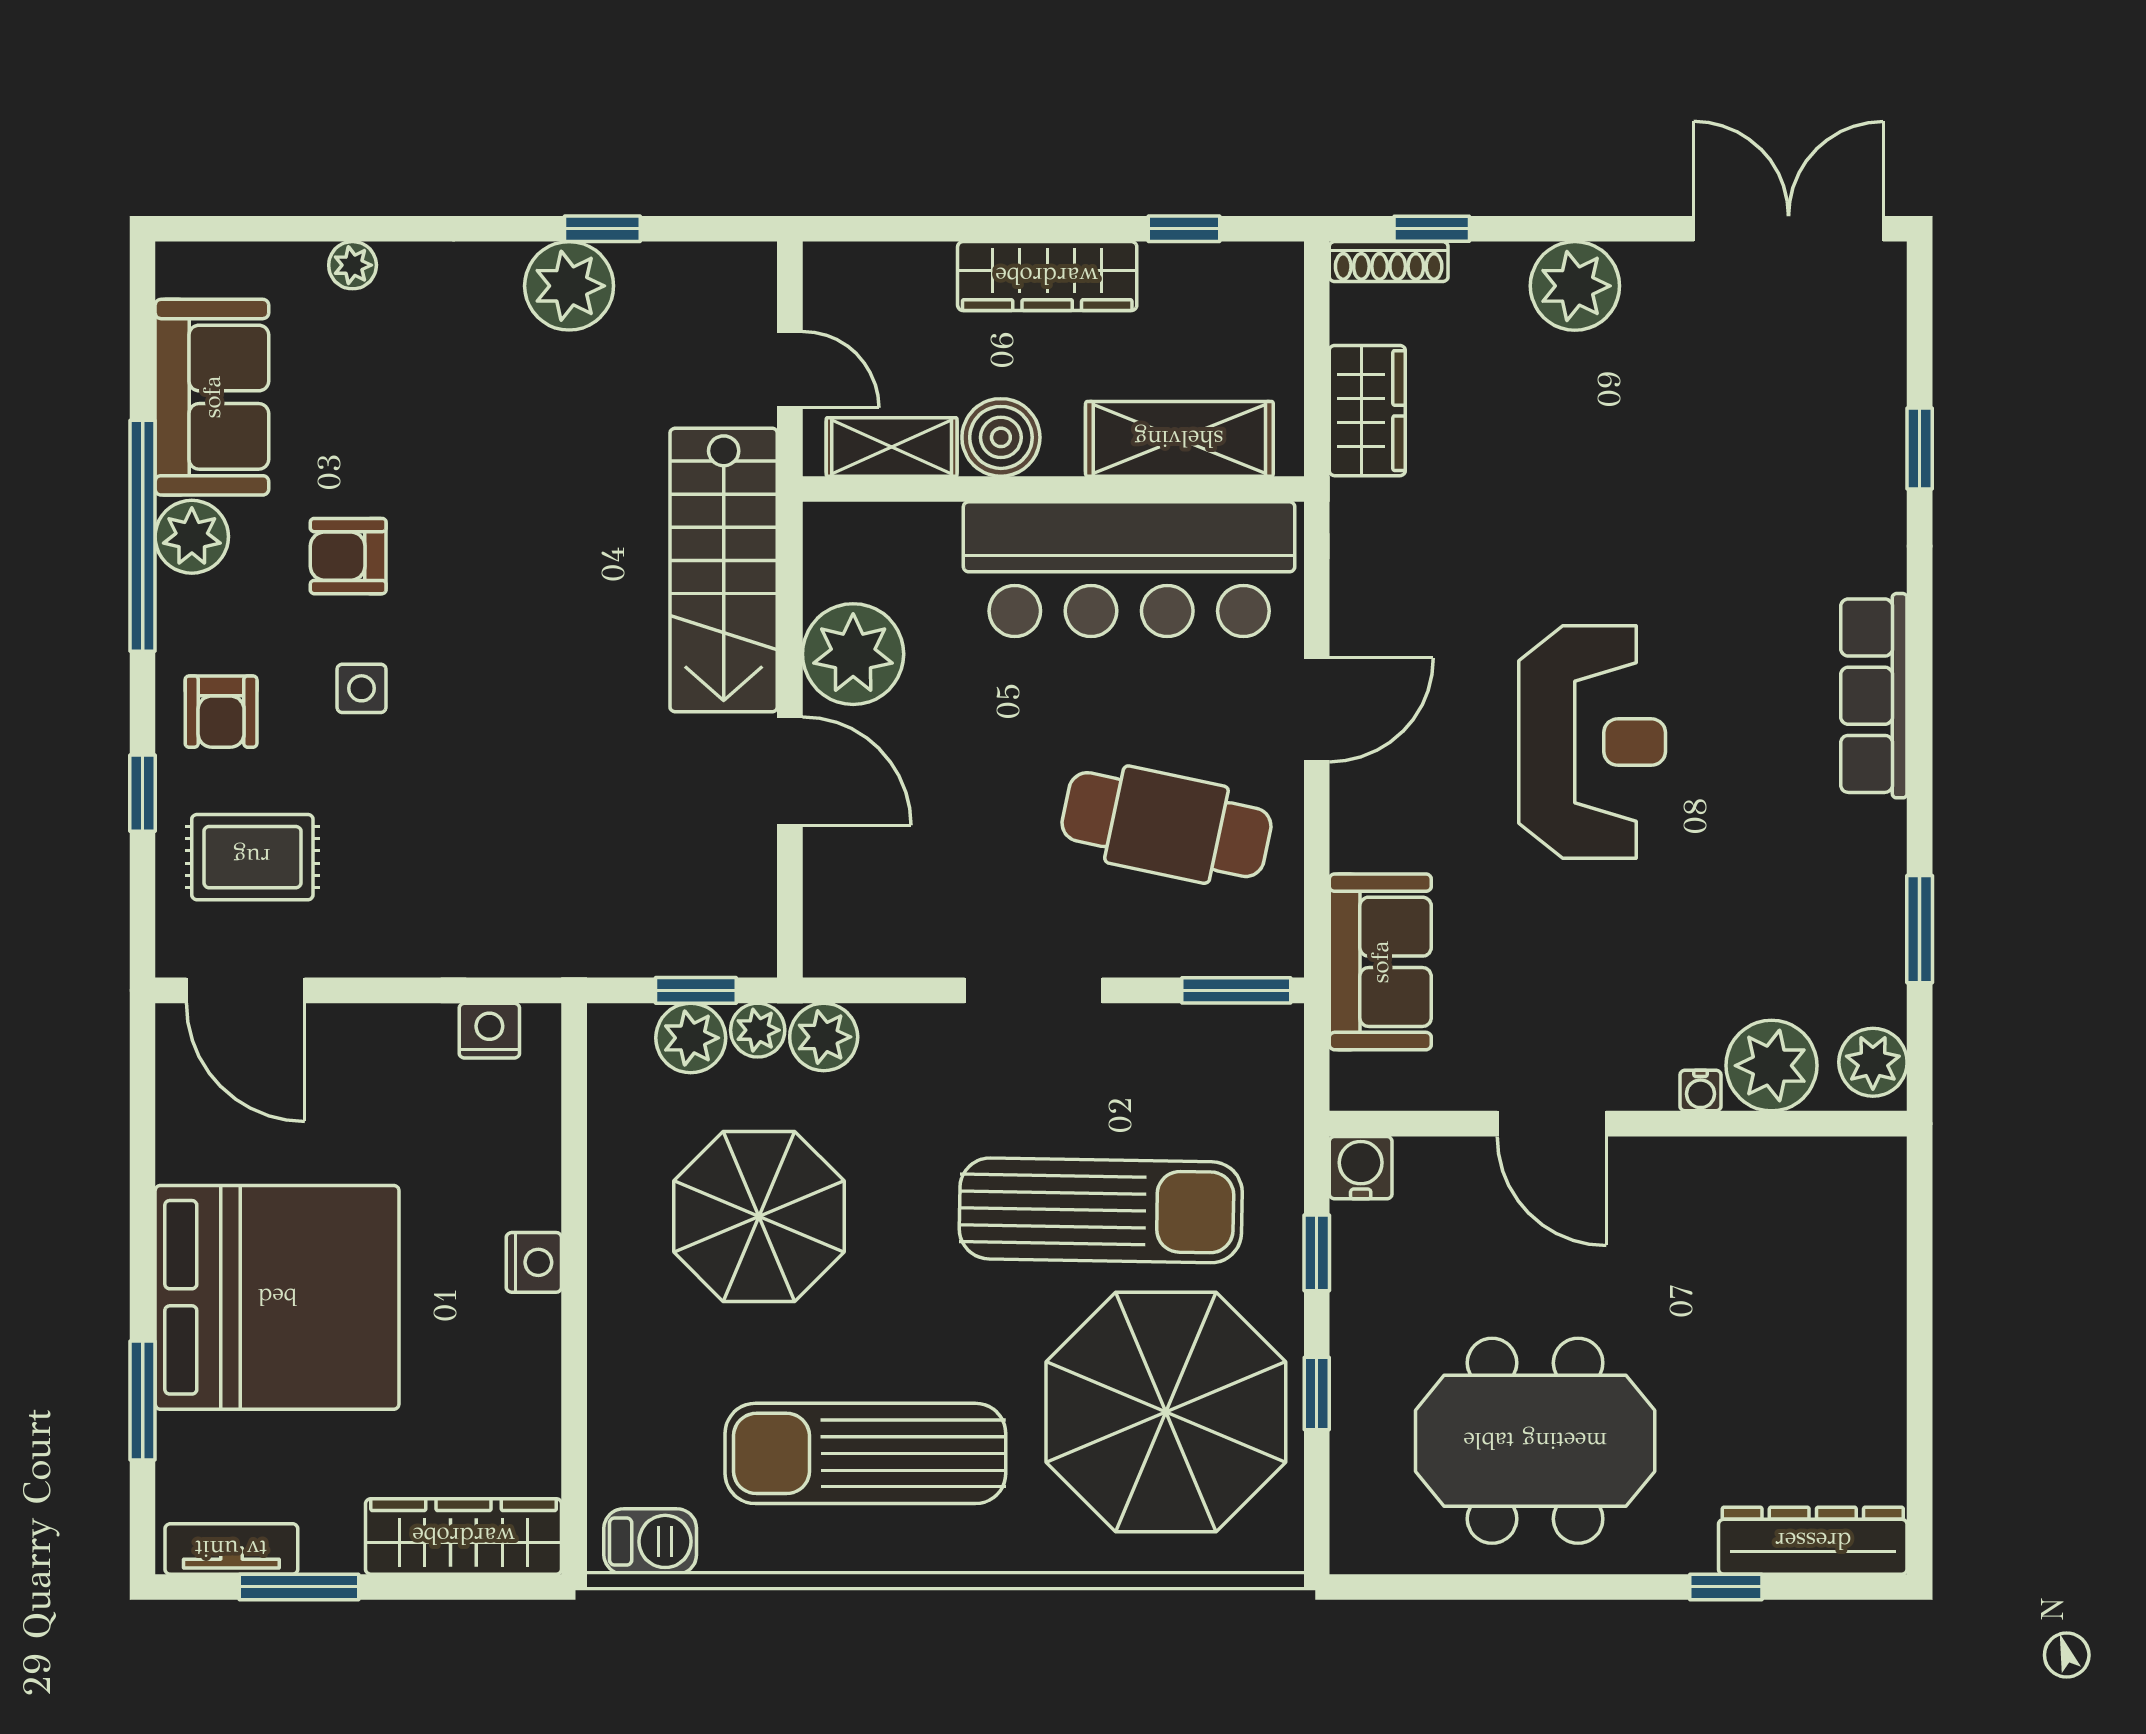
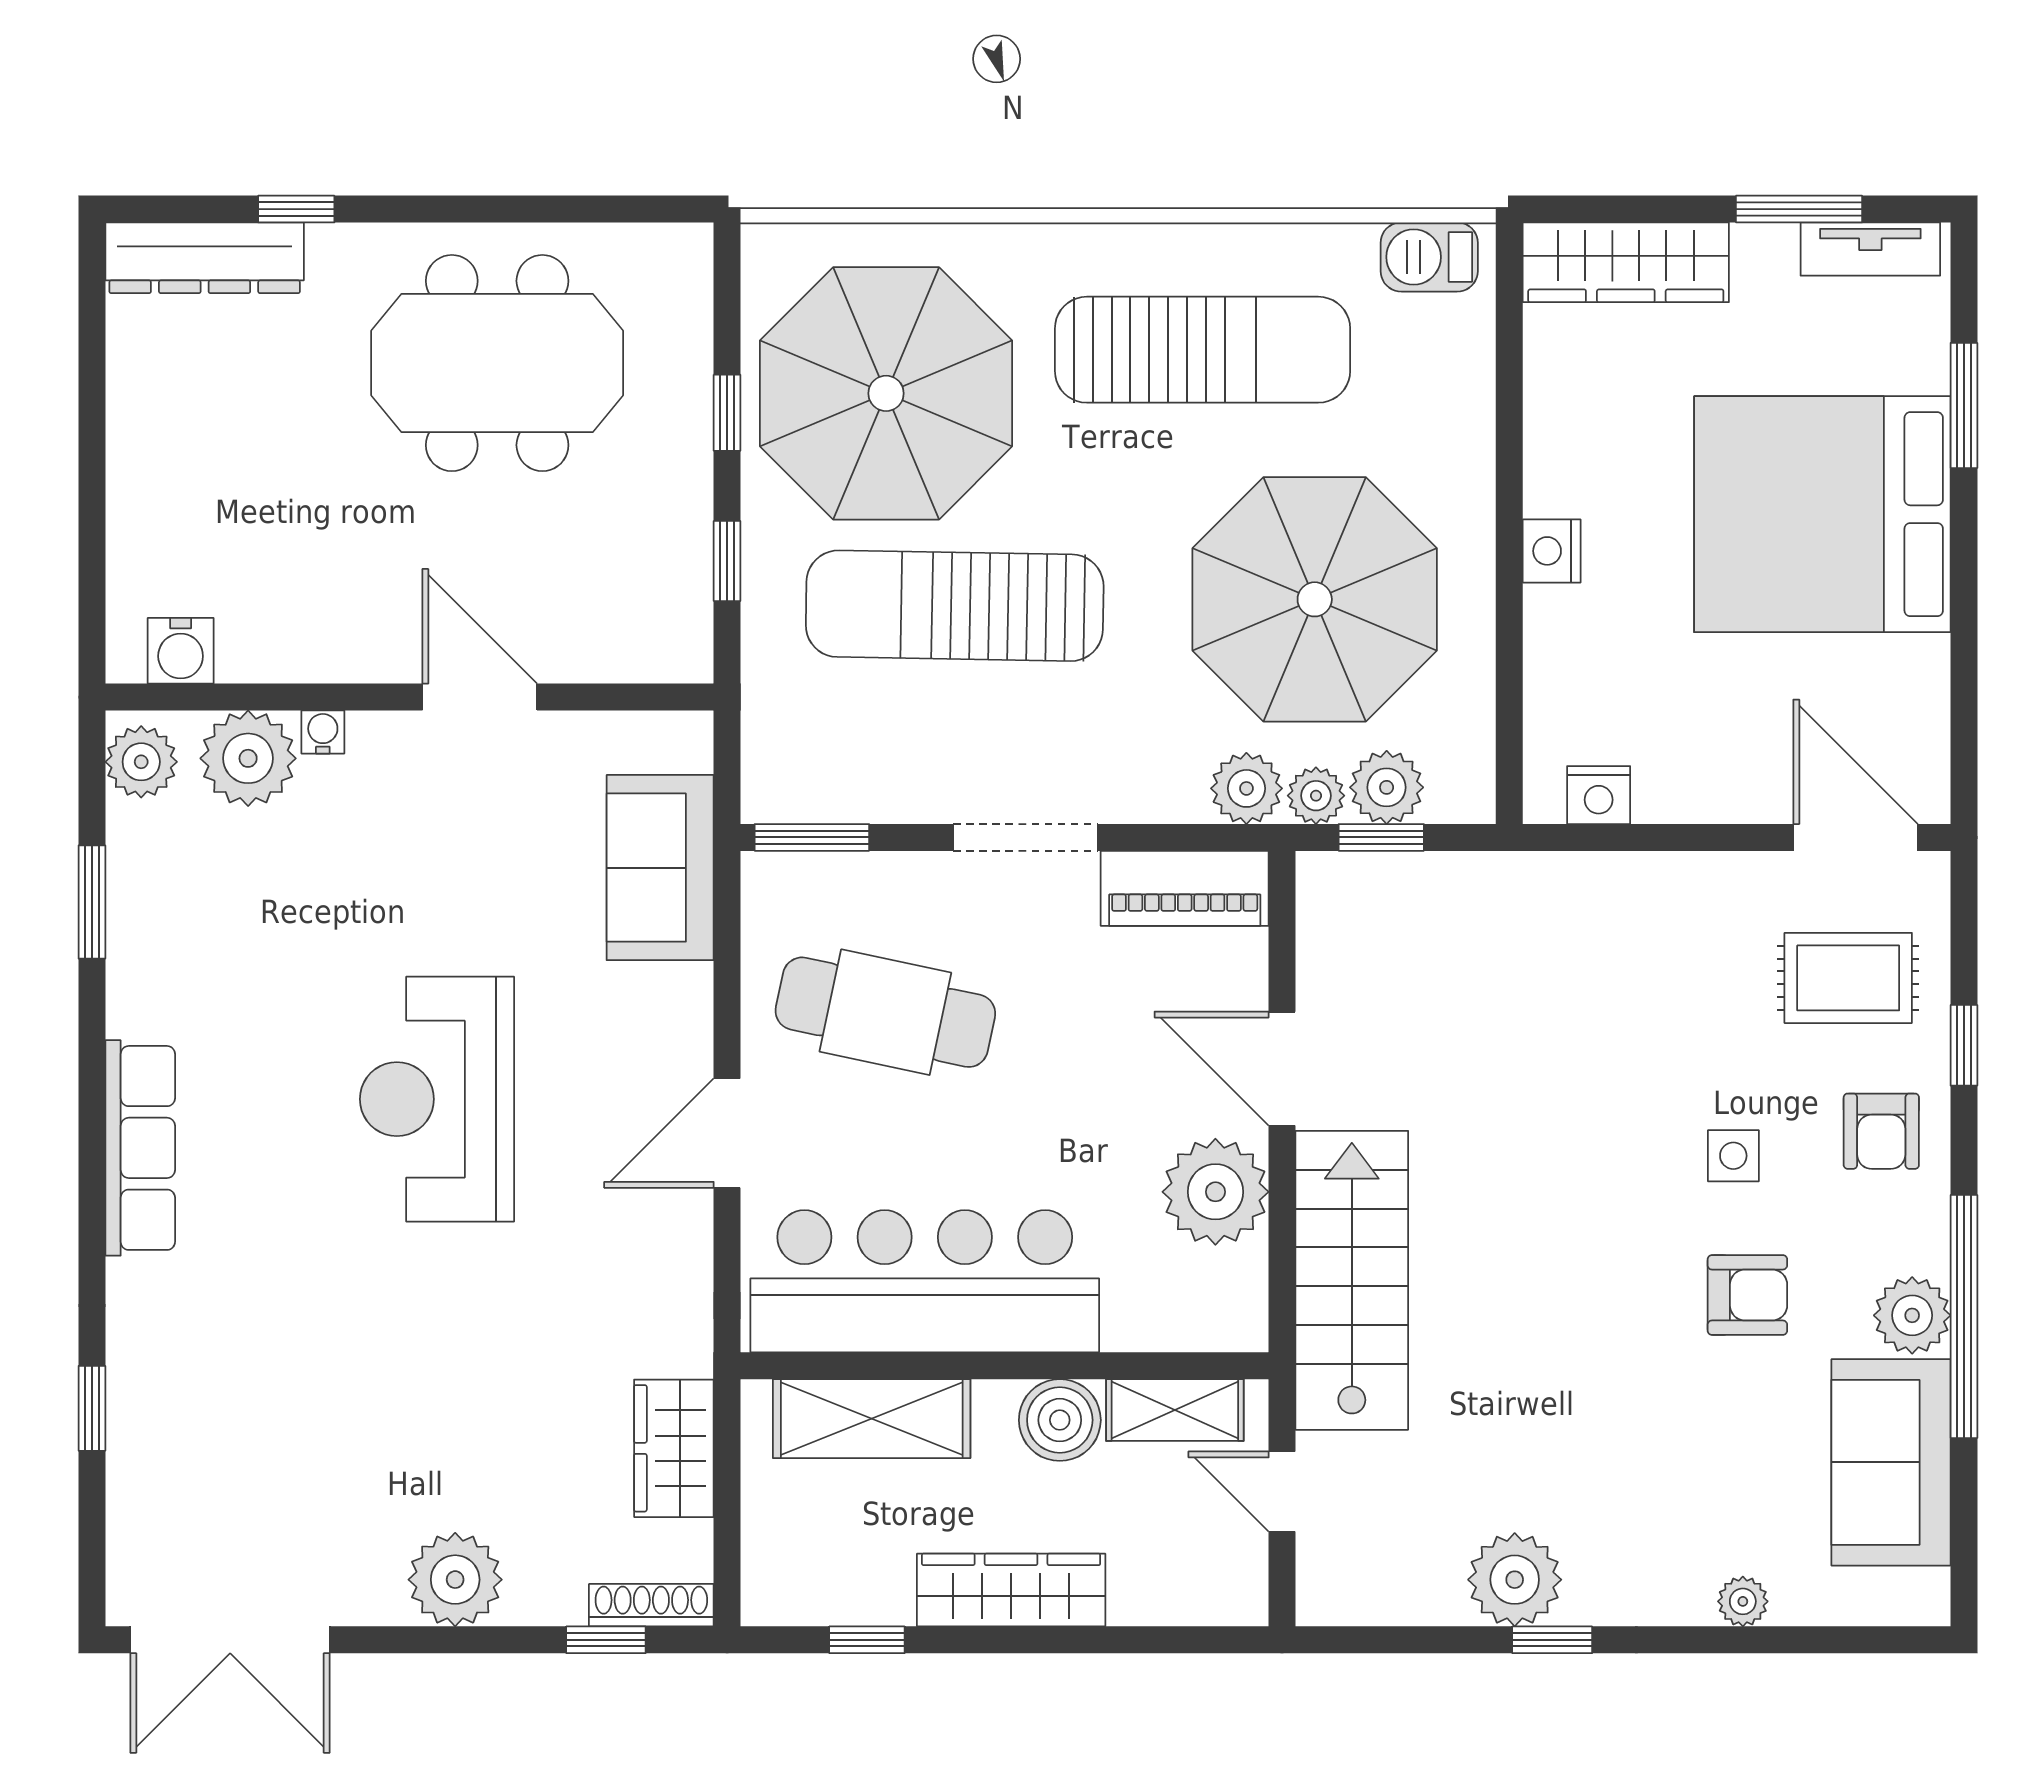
window: (602, 229) -> (1552, 1640), moved
armchair: (221, 712) -> (1881, 1131), turned 180
piano: (882, 942) -> (1185, 888), added
water cooler: (1361, 1168) -> (181, 651), moved
parasol: (759, 1216) -> (1315, 599), width x1.36, depth x1.36

